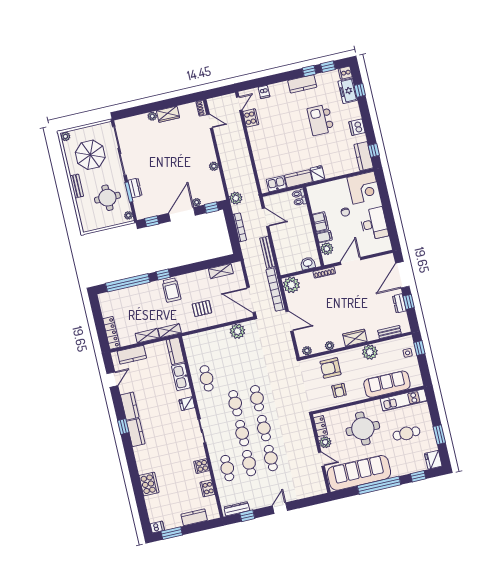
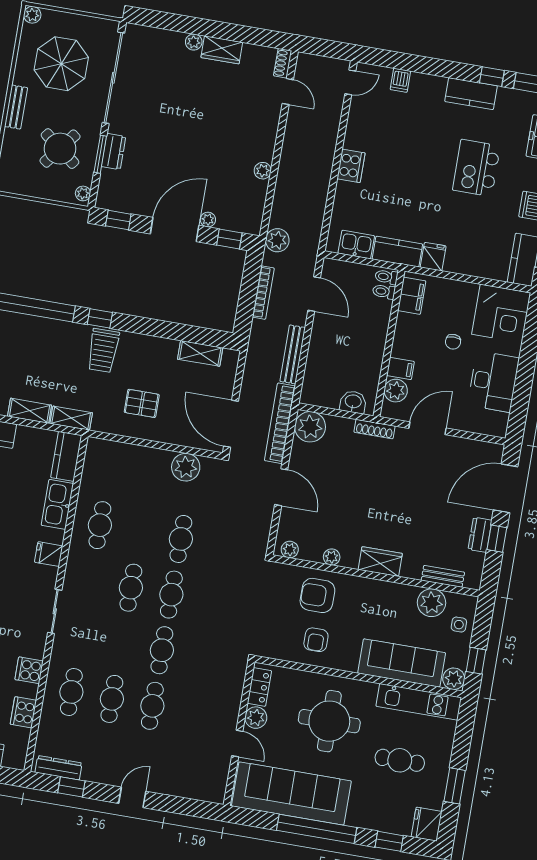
cooker: (251, 118) -> (351, 166), moved
round table: (107, 198) -> (60, 149), turned 38
filing cabinet: (321, 222) -> (412, 296), moved
window: (419, 348) -> (476, 661), moved
plant: (370, 352) -> (431, 603), moved
plant: (416, 381) -> (454, 679), added
cafe table: (242, 433) -> (181, 539), moved

